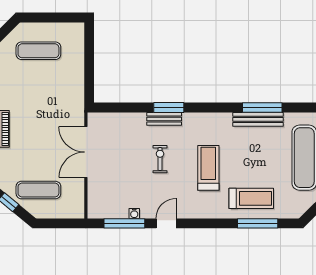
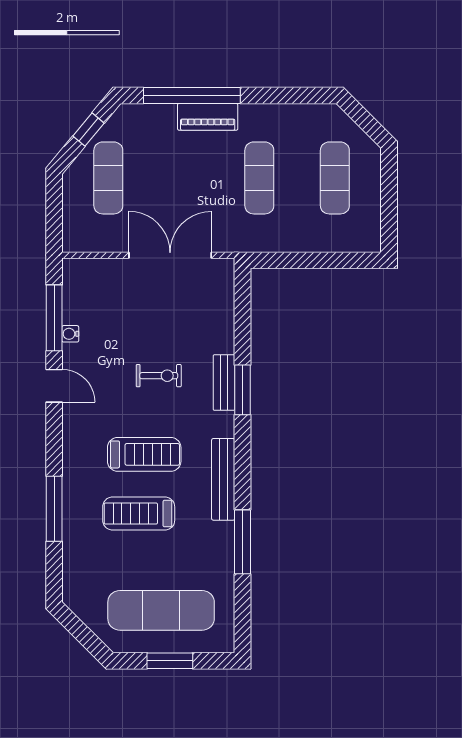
exercise mat: (38, 97) -> (259, 178), added
bench: (258, 119) -> (223, 479), moved
treadmill: (251, 198) -> (139, 514), moved, turned 90
window: (258, 223) -> (54, 509), moved

